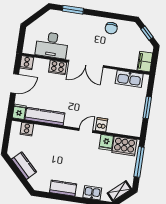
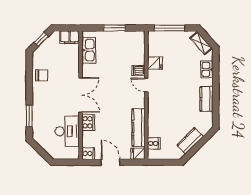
cooker: (124, 146) -> (156, 45), removed

